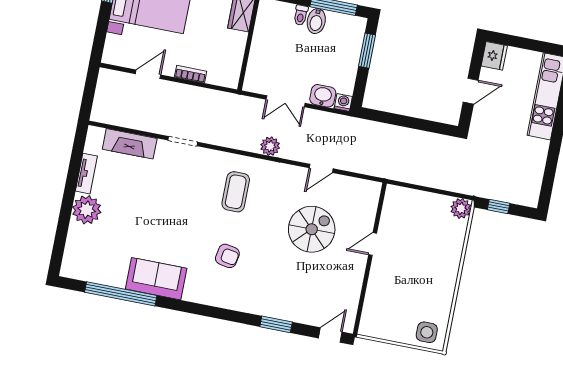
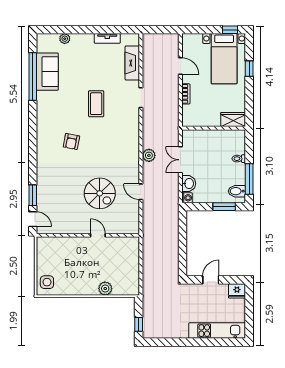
bidet: (316, 21) -> (237, 191), moved
door: (471, 91) -> (211, 280), swing flipped
coffee table: (236, 192) -> (96, 104), moved, turned 90
window: (499, 206) -> (139, 324), moved
plant: (461, 208) -> (105, 289), moved
plant: (87, 210) -> (65, 39), moved, width x0.53, depth x0.53
sofa: (156, 279) -> (47, 72), moved
window: (276, 324) -> (33, 195), moved

